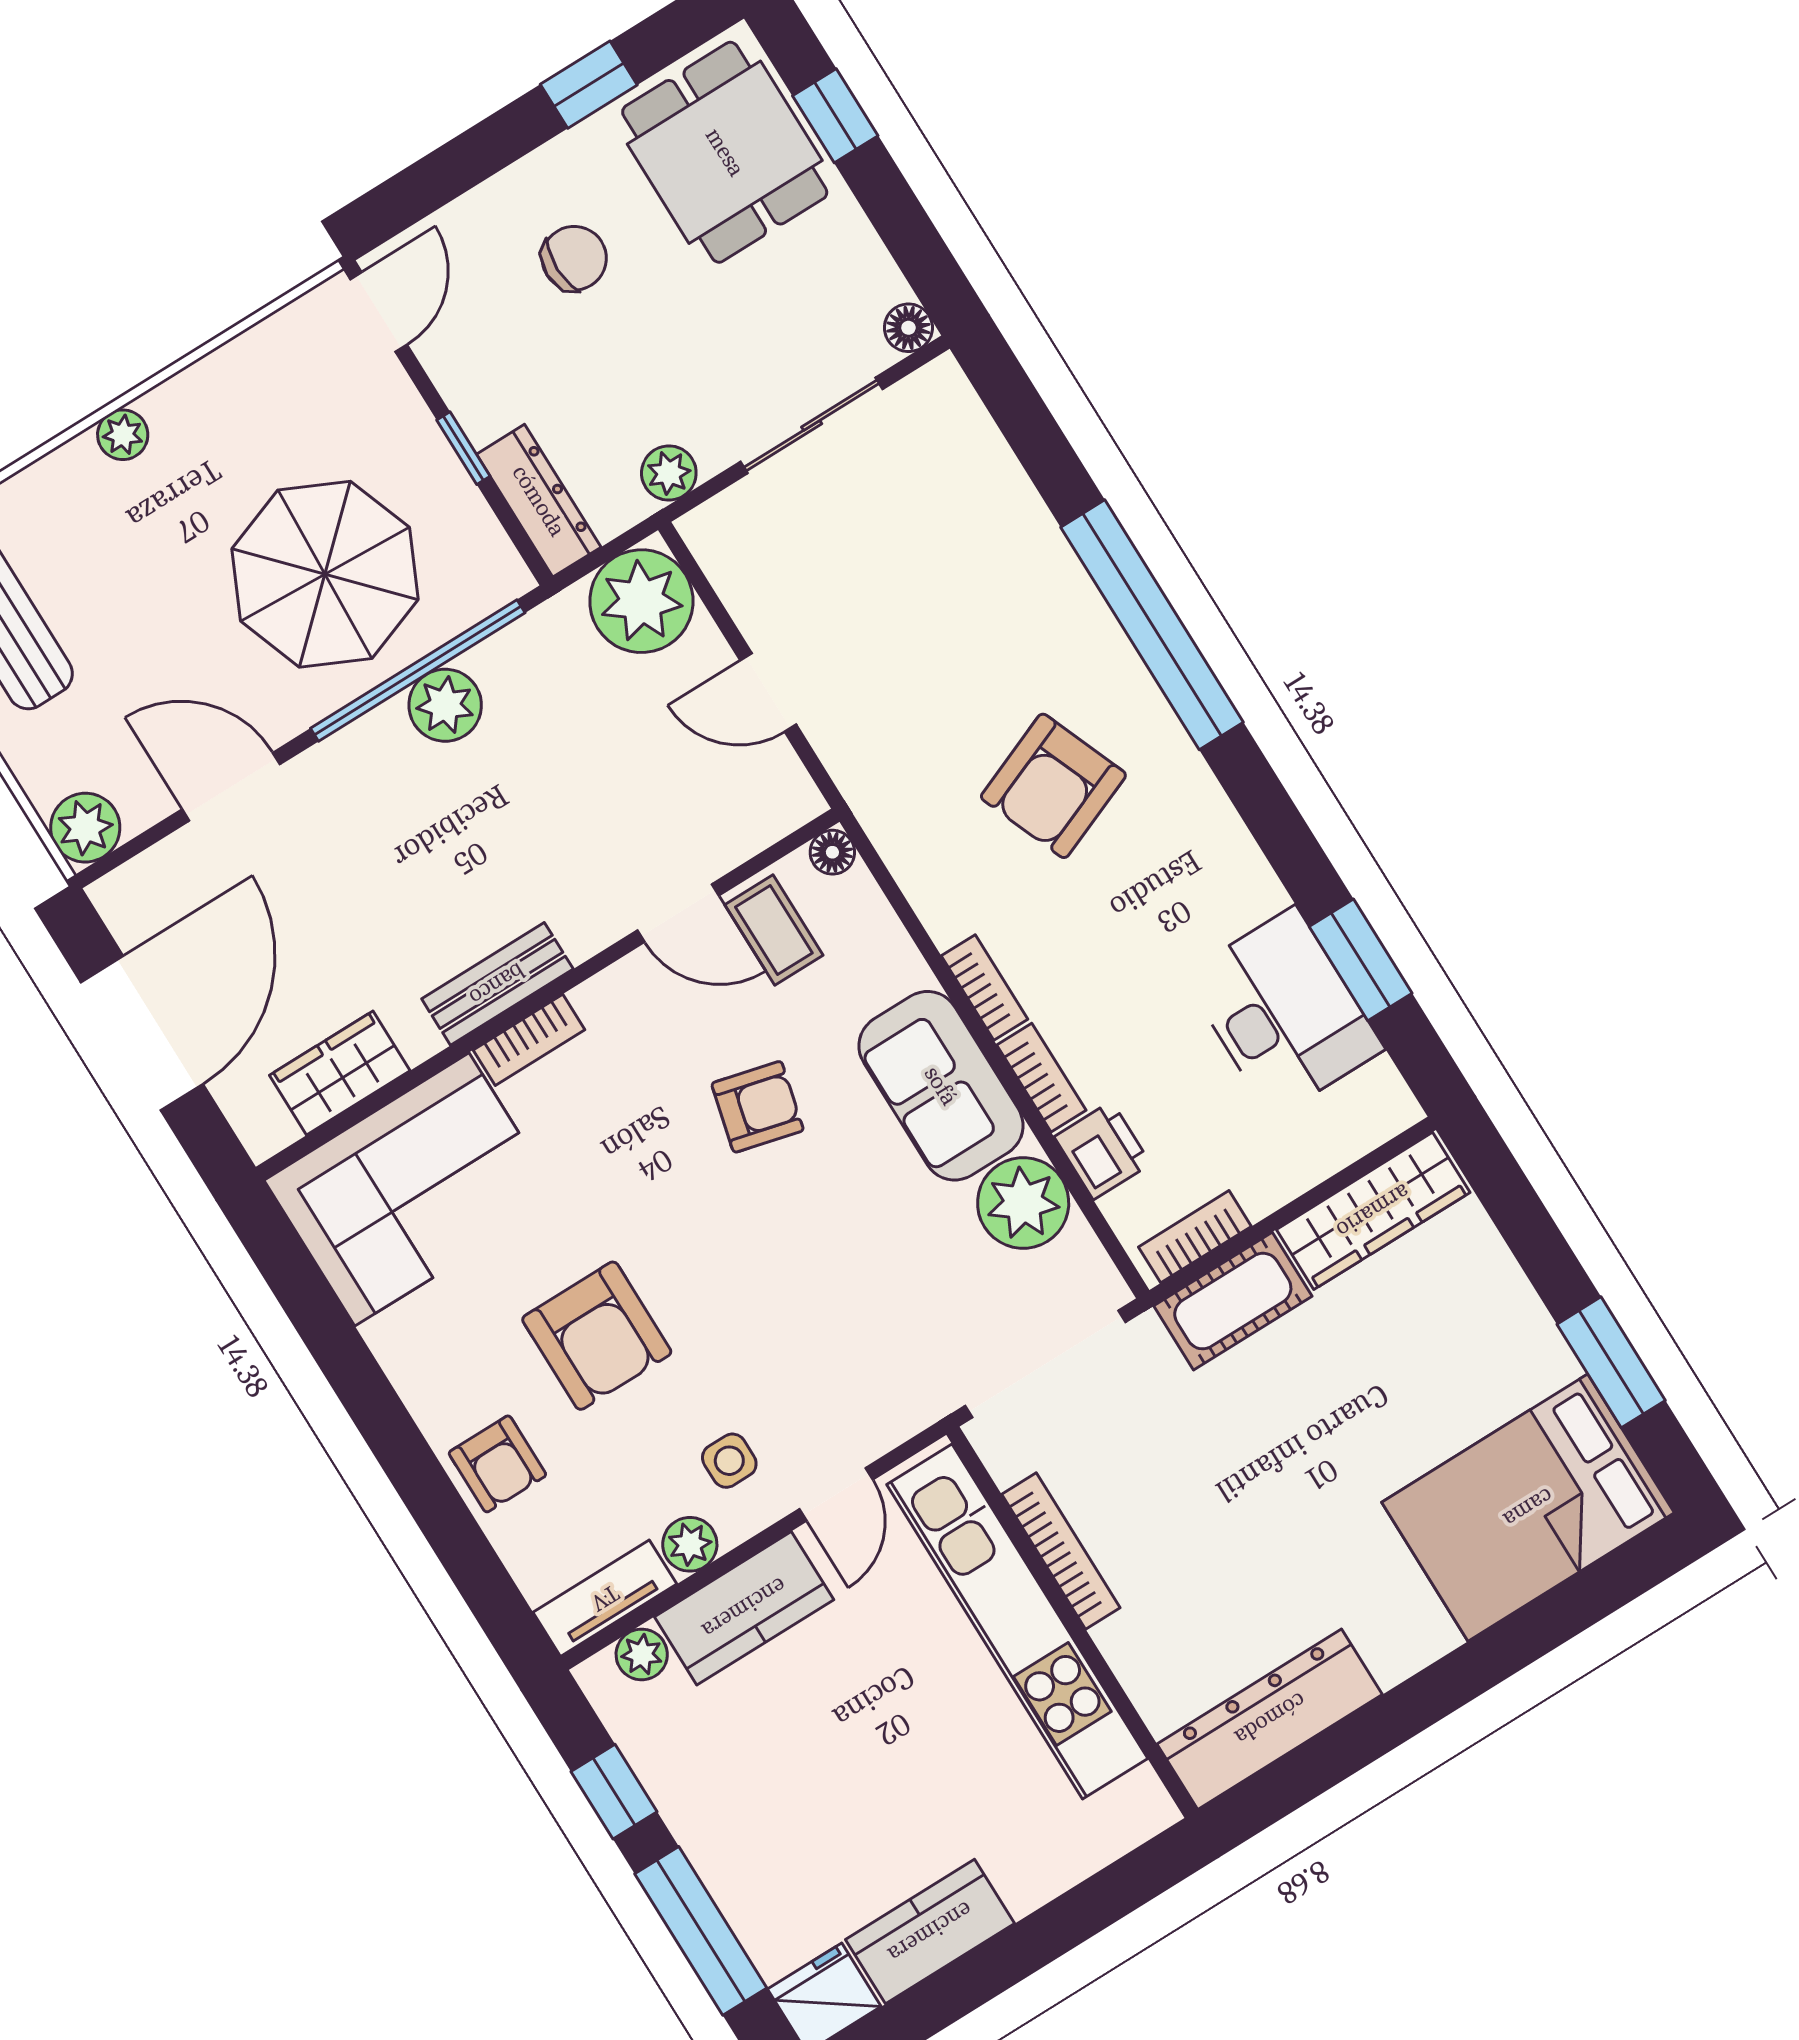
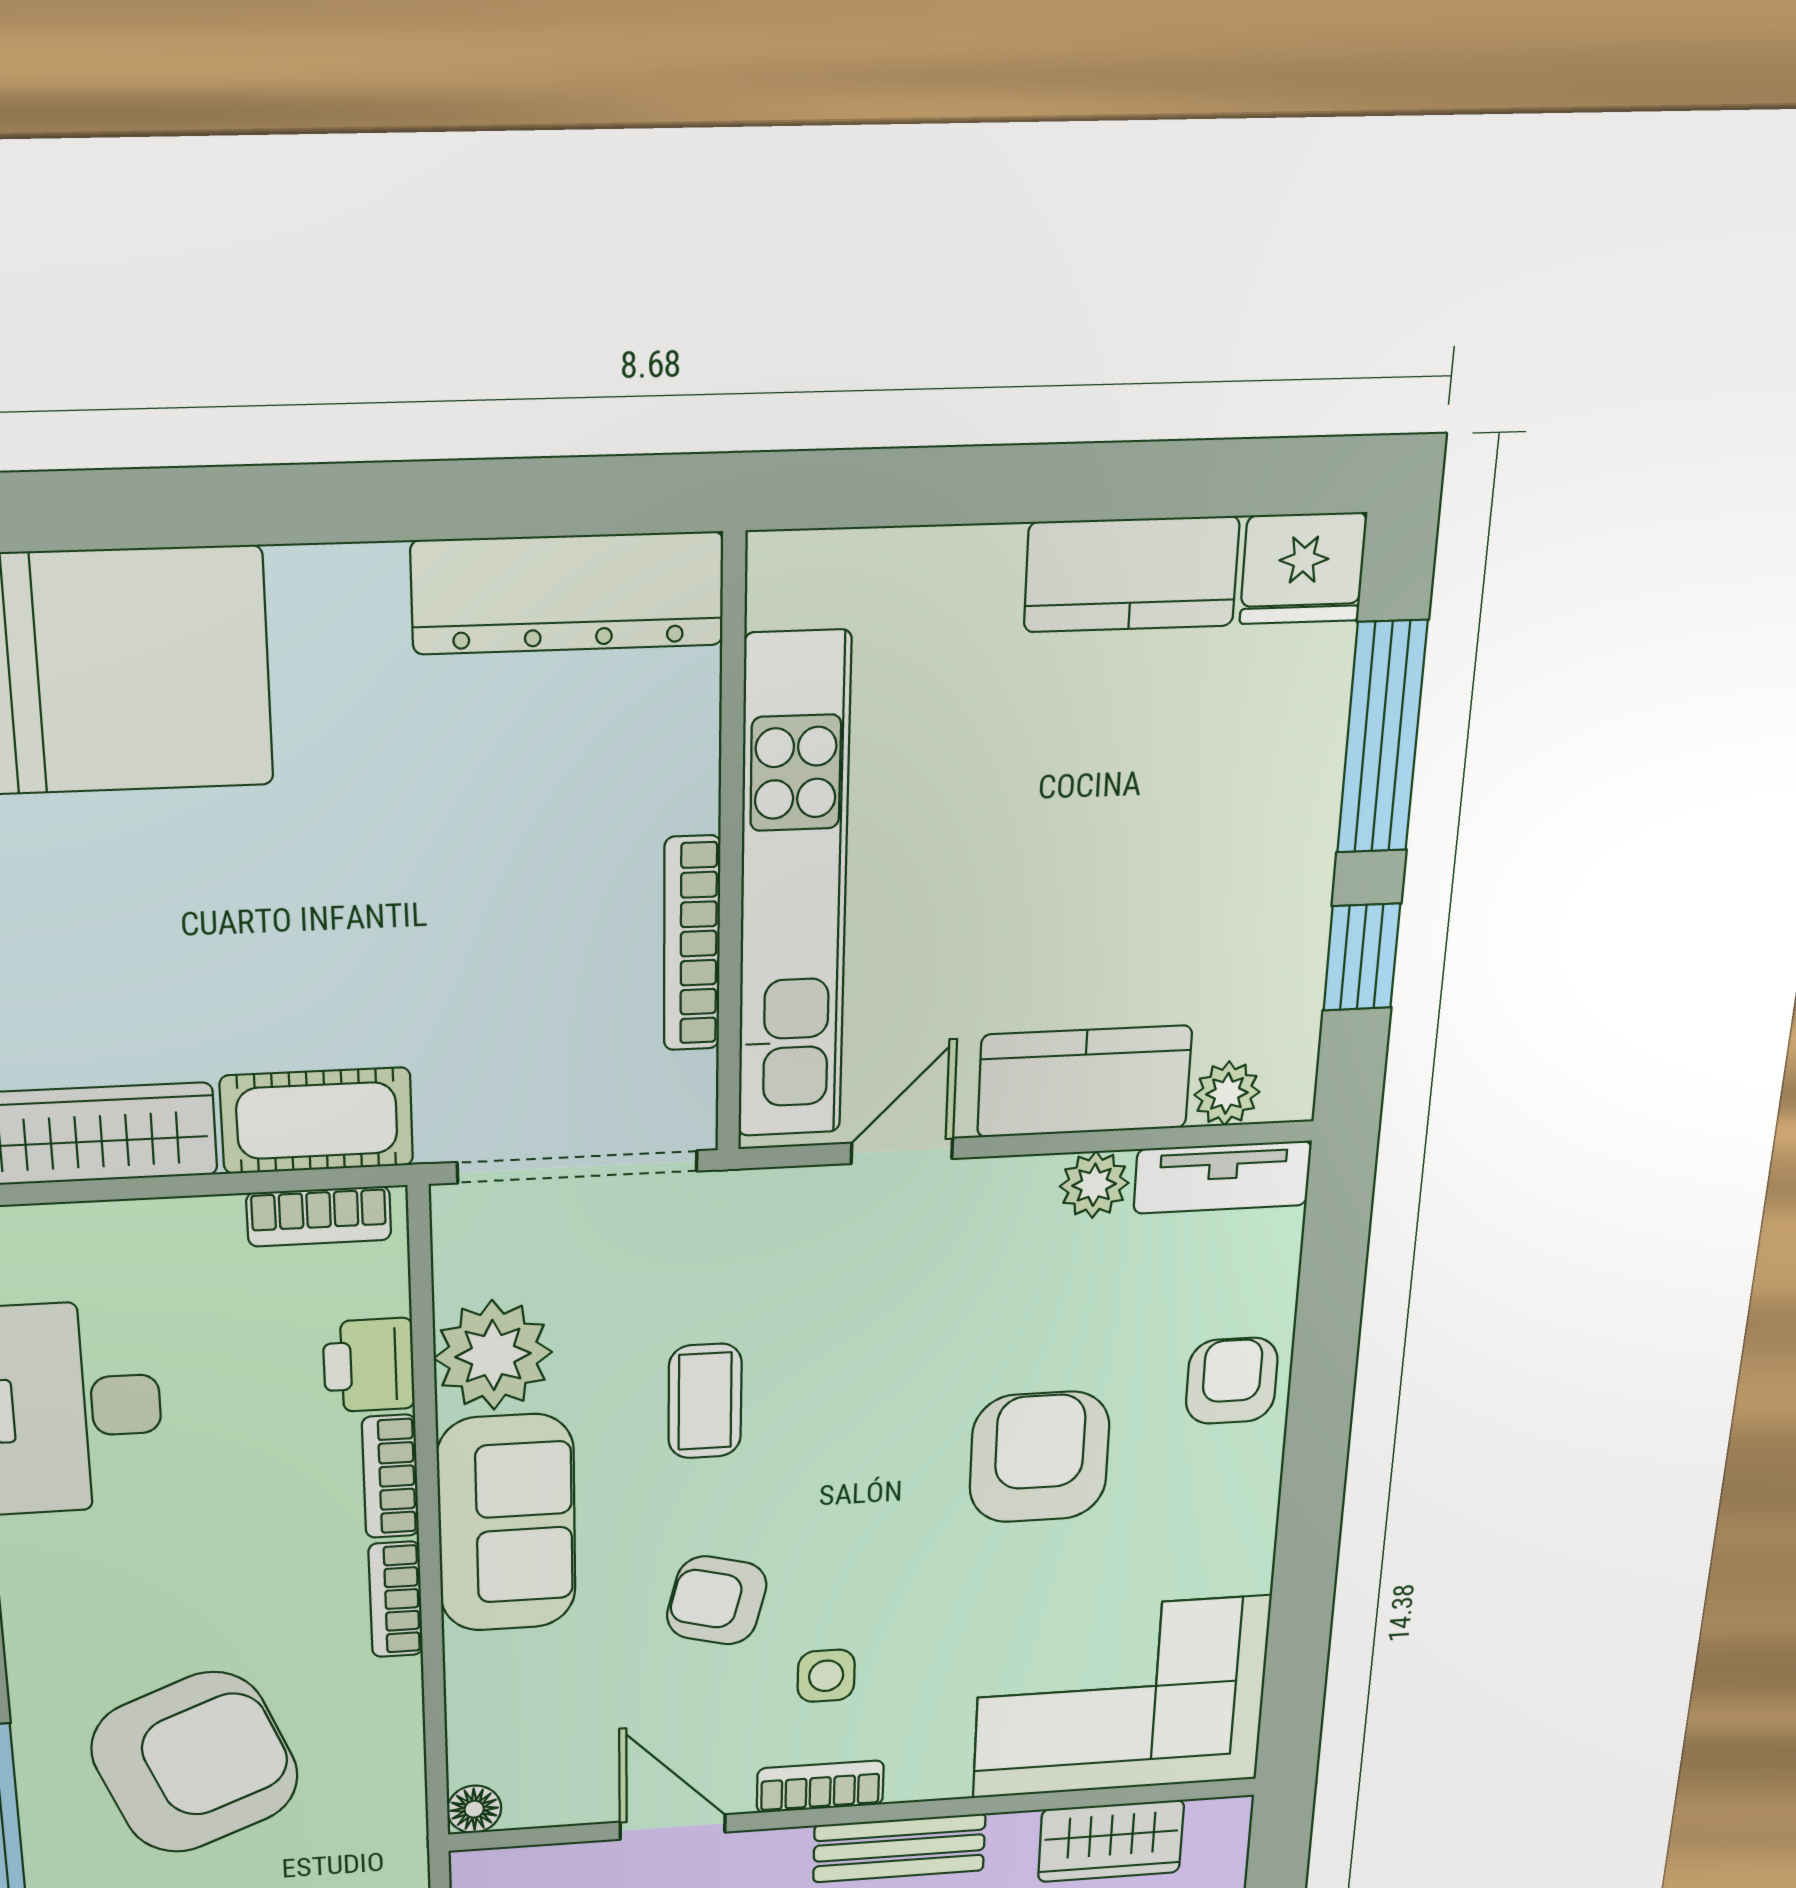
armchair: (1053, 786) -> (195, 1763), width x1.36, depth x1.36
coffee table: (774, 930) -> (705, 1401), moved
bookcase: (529, 1040) -> (820, 1787), moved
side table: (729, 1461) -> (826, 1676), moved

